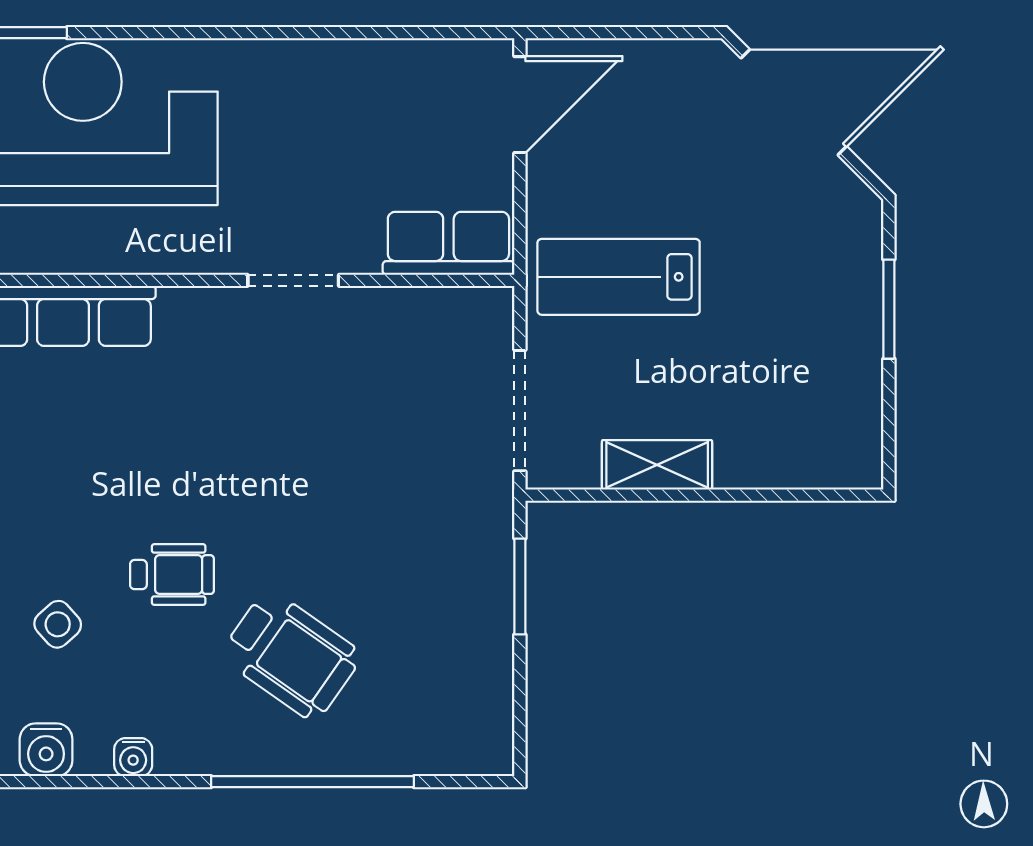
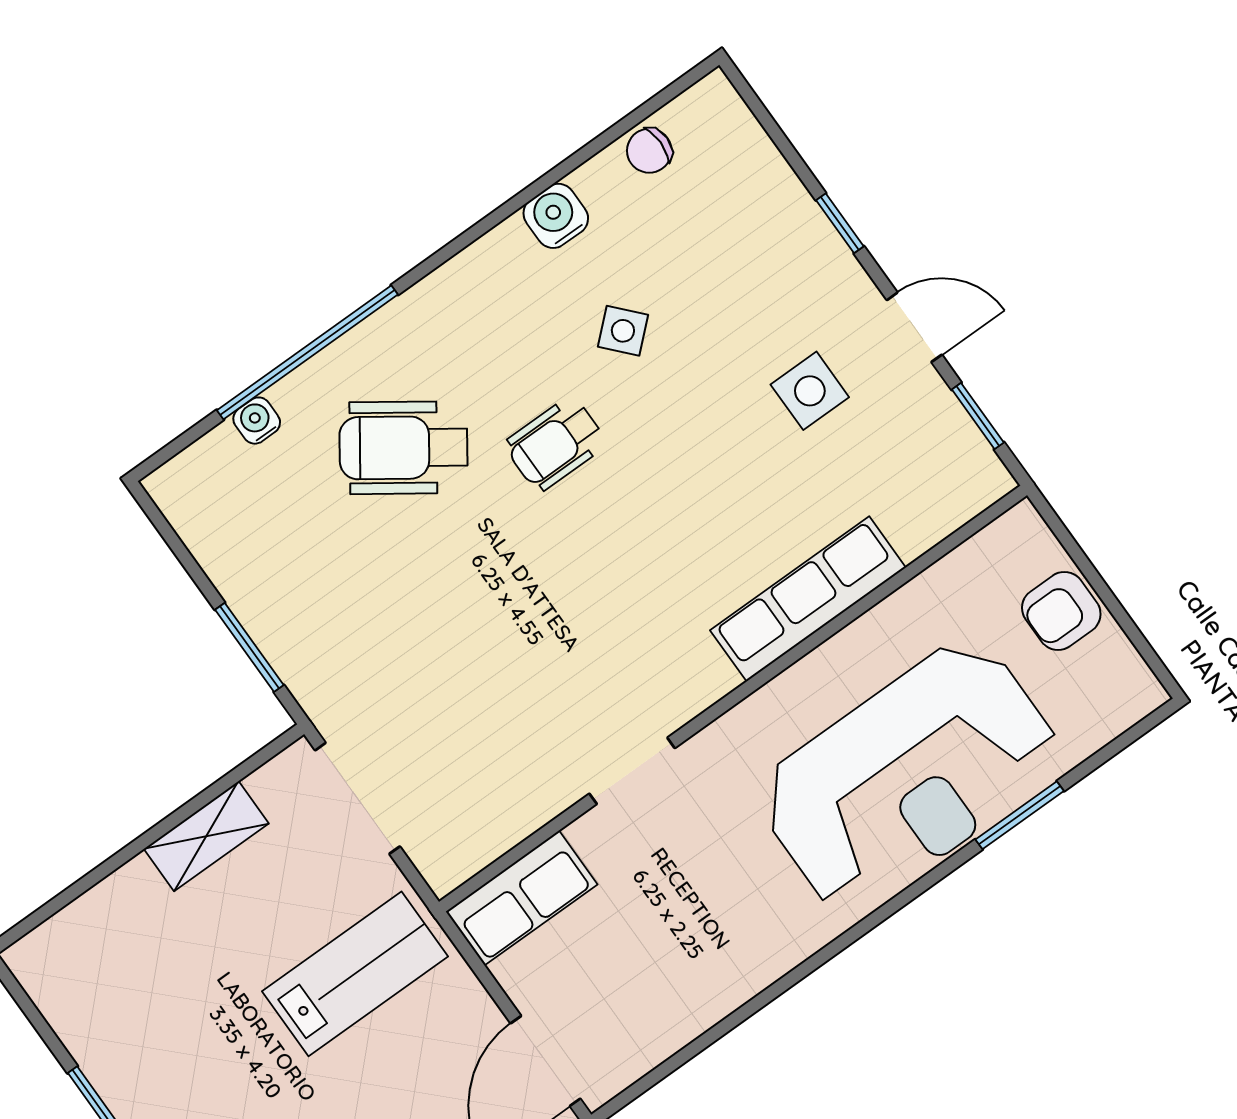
water cooler: (133, 757) -> (257, 421), moved

